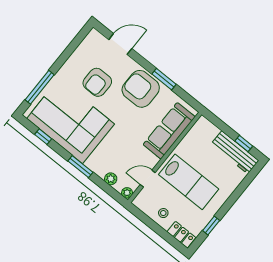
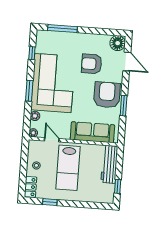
floor lamp: (95, 40) -> (118, 43), added
corner sofa: (71, 121) -> (53, 83), moved
workbench: (235, 152) -> (109, 164), moved

